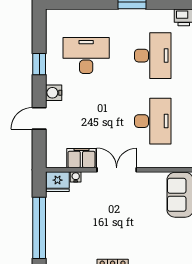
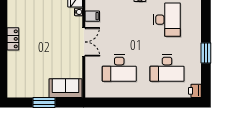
filing cabinet: (81, 158) -> (92, 16), width x0.50

